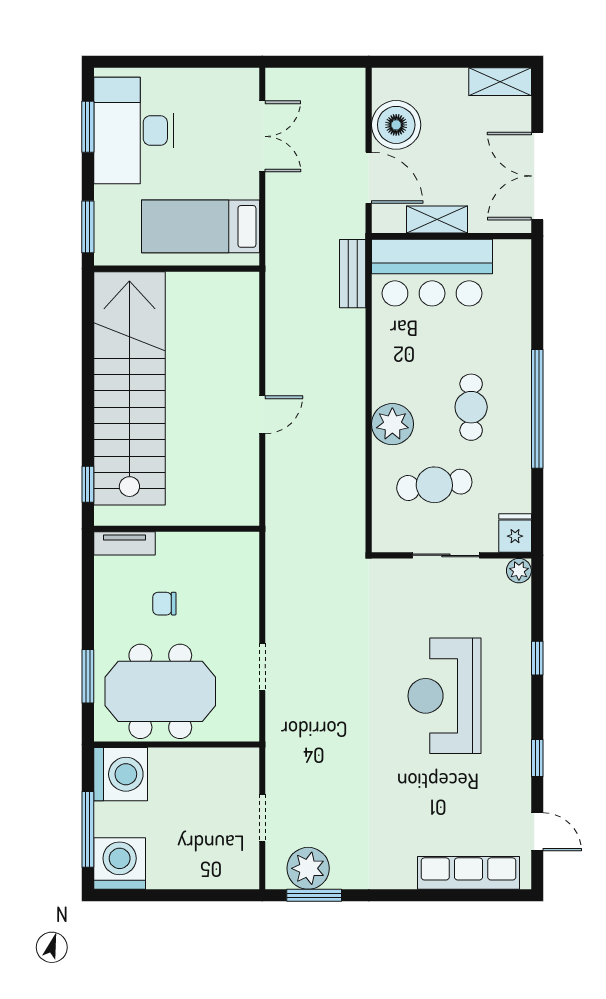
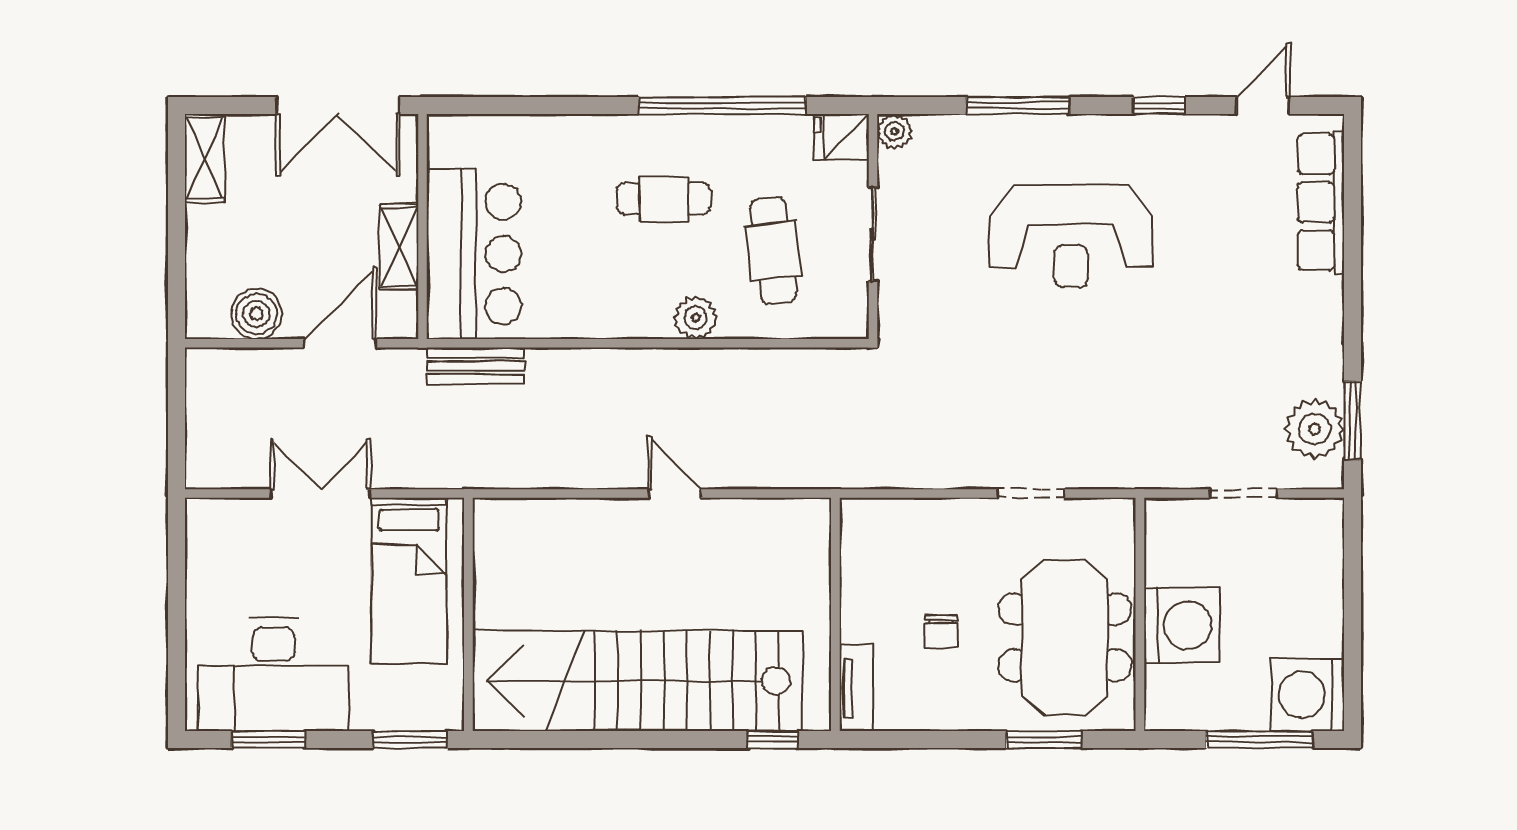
boiler: (396, 125) -> (256, 314), width x0.73, depth x0.73
double door: (262, 136) -> (320, 493), moved
window: (537, 409) -> (722, 106), moved
plant: (392, 424) -> (696, 318), width x0.73, depth x0.73
window: (537, 658) -> (1018, 106), width x2.17
washing machine: (121, 774) -> (1182, 625), moved, turned 90

